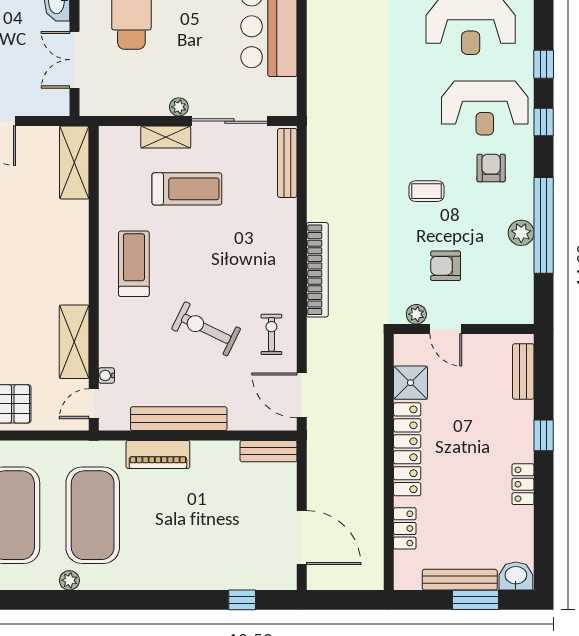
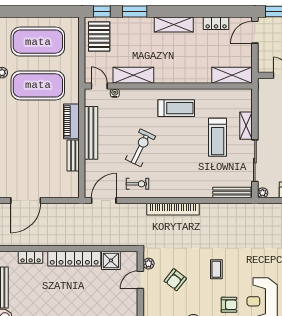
plant: (179, 107) -> (263, 193), moved
armchair: (446, 266) -> (175, 280), turned -142
bench: (268, 451) -> (73, 156), moved

